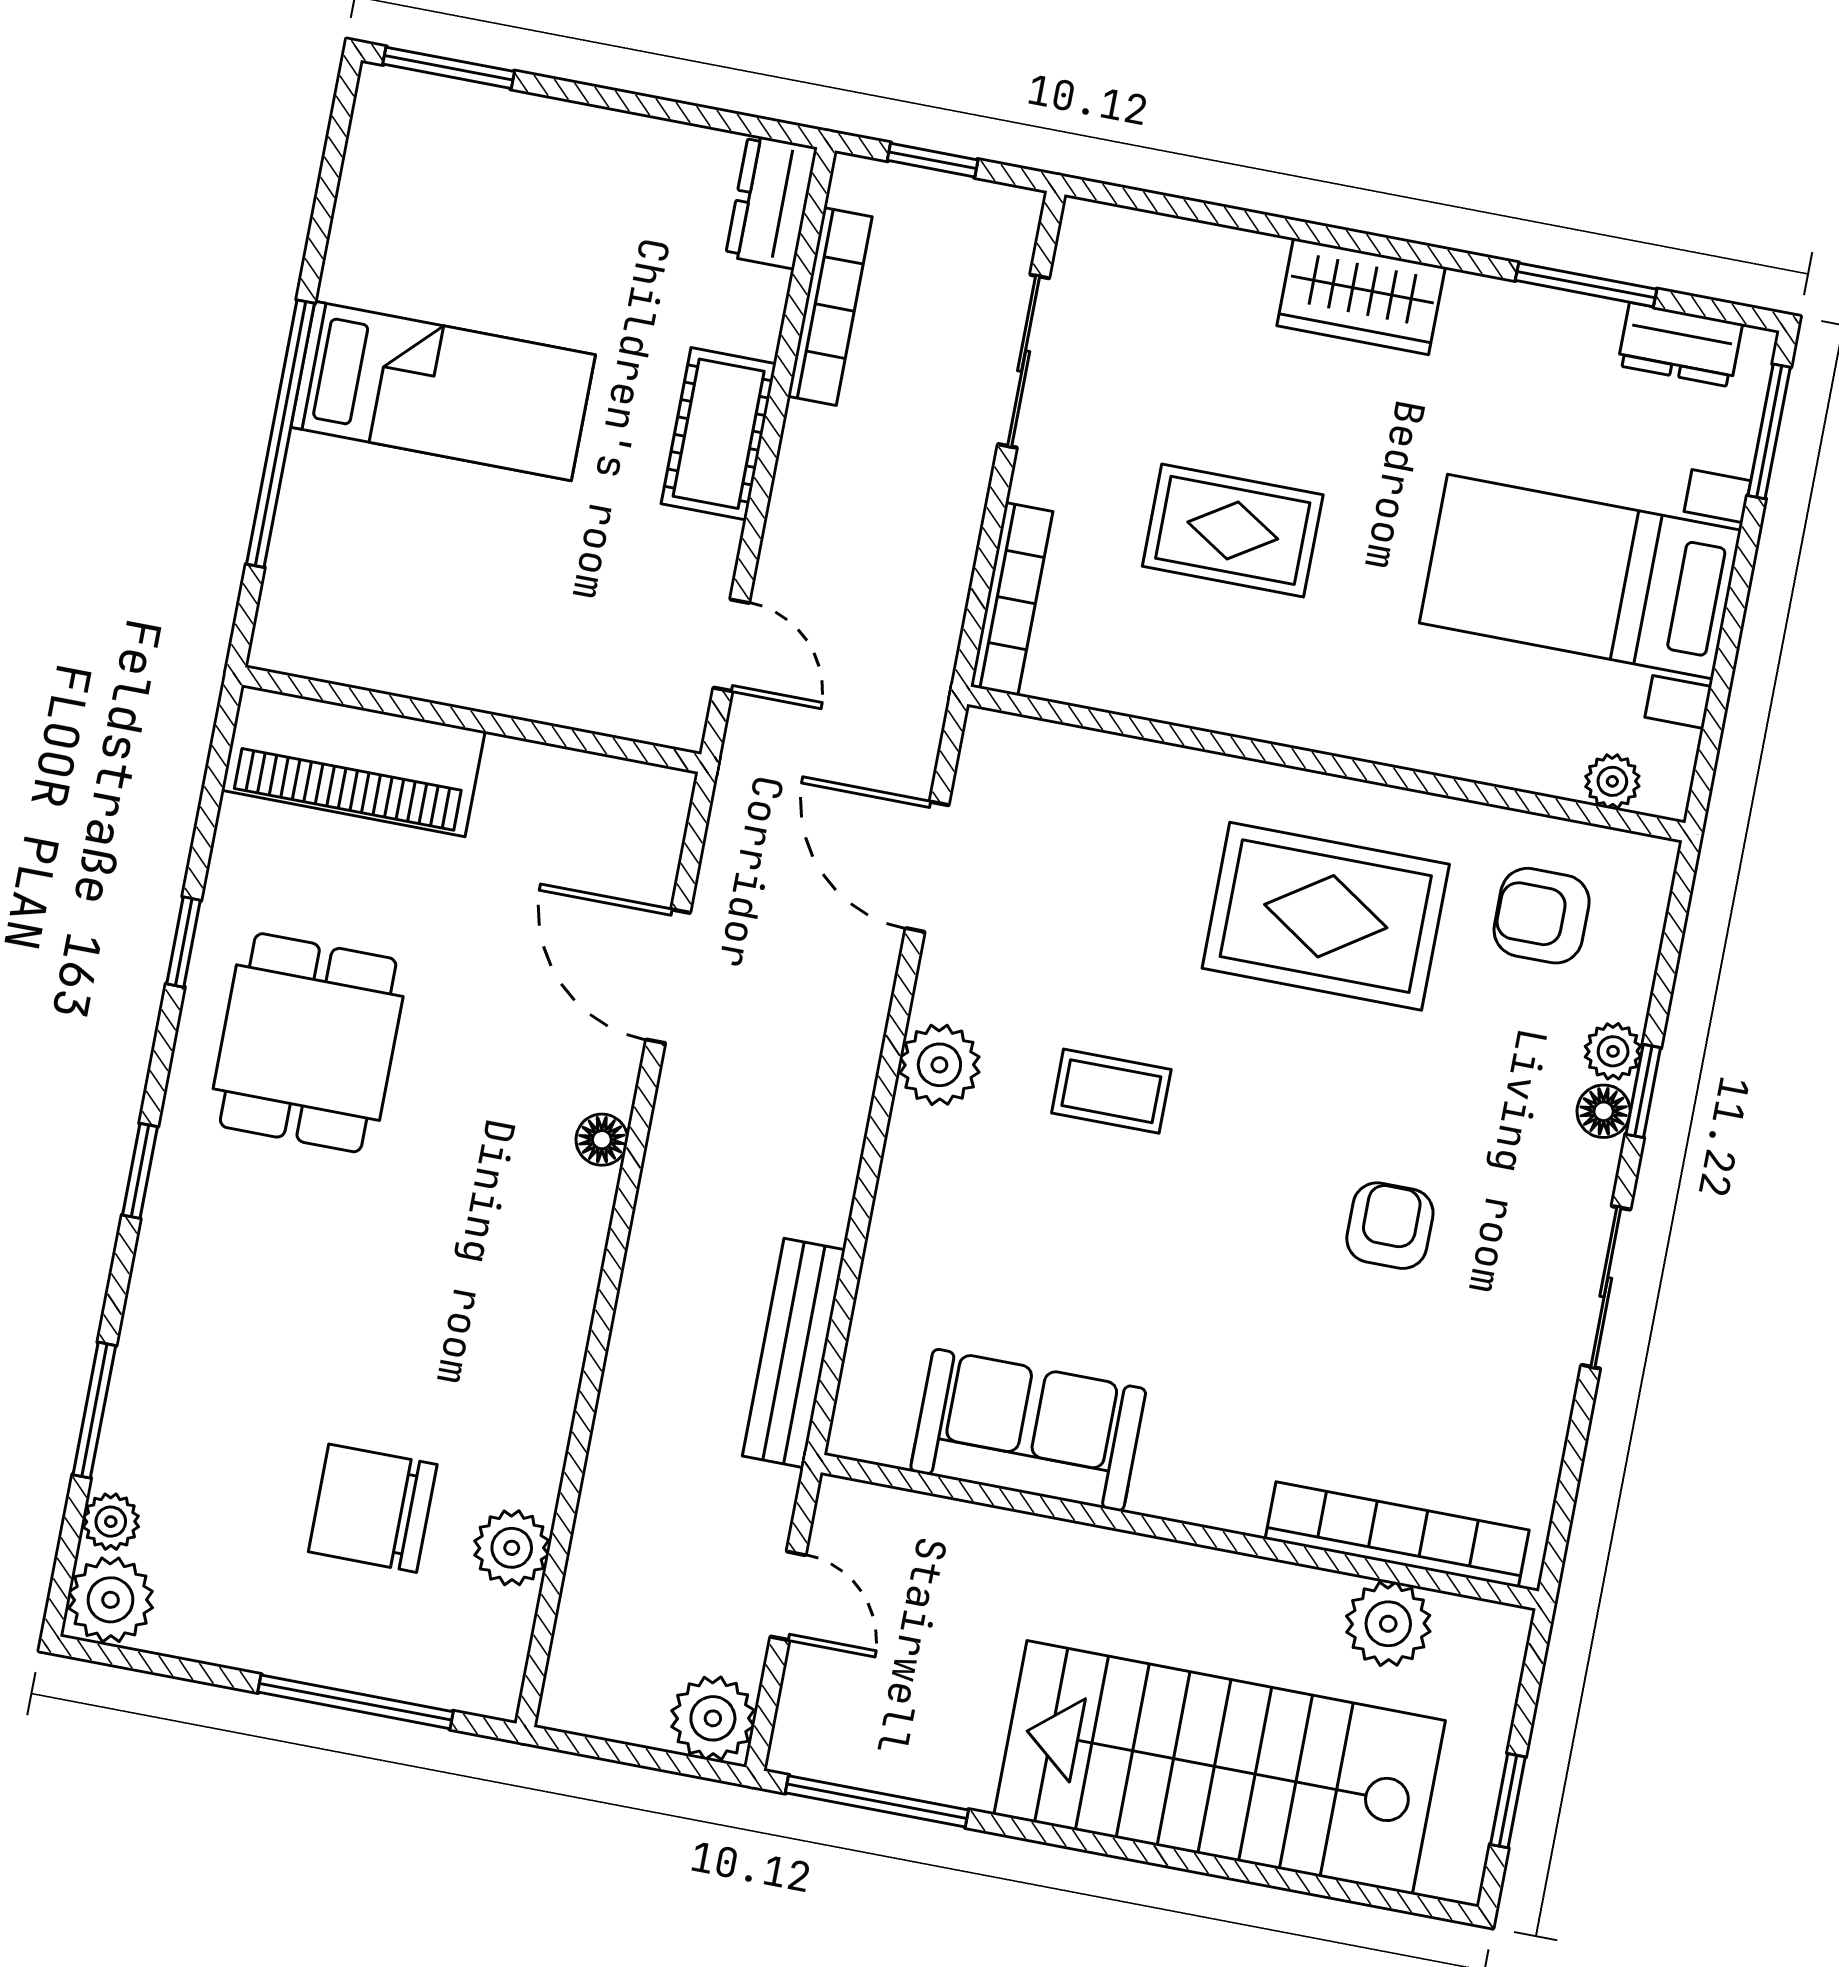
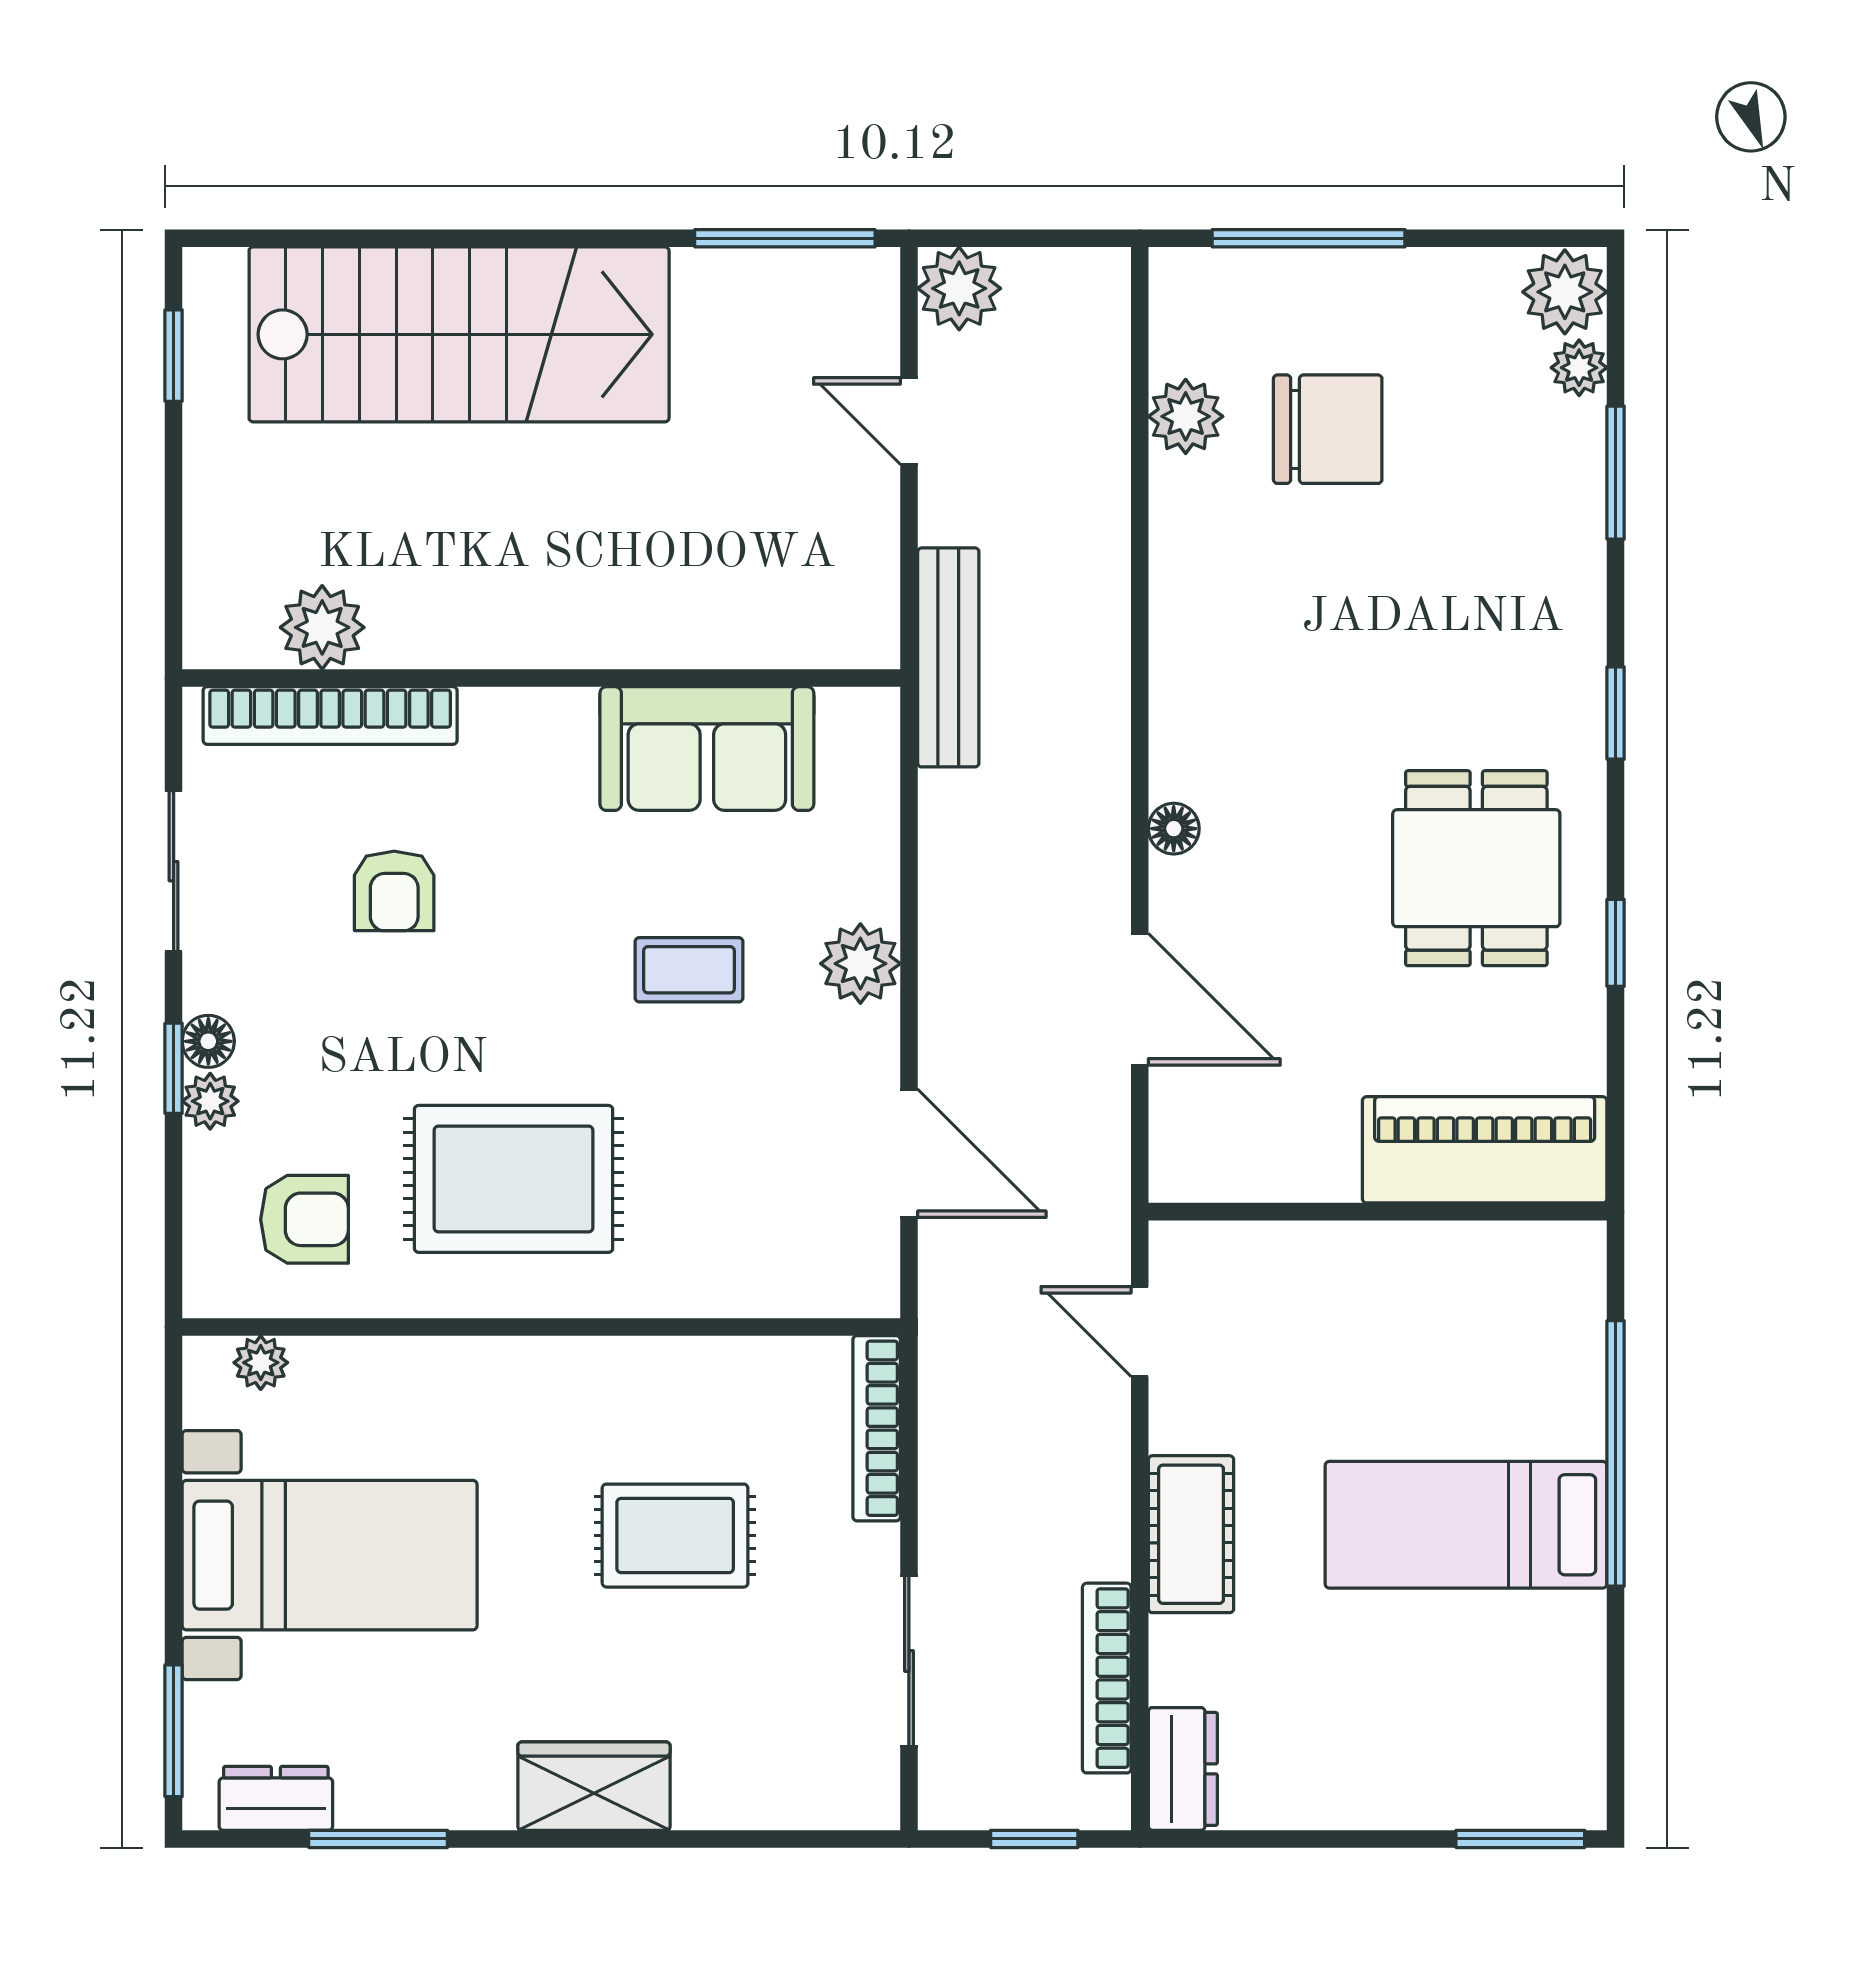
sofa: (1028, 1430) -> (707, 749), moved
wall: (1180, 1532) -> (541, 678), moved
bookcase: (1397, 1535) -> (330, 716), moved
plant: (1388, 1624) -> (322, 627), moved

